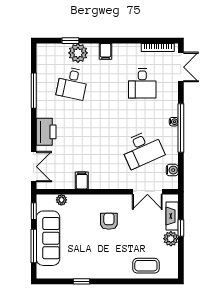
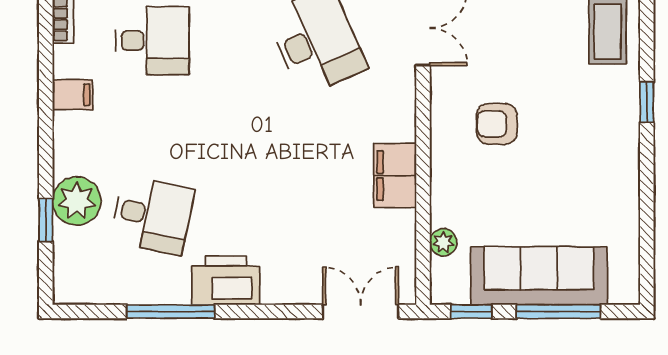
filing cabinet: (105, 51) -> (73, 95), moved
printer: (46, 132) -> (226, 280), moved
filing cabinet: (82, 180) -> (395, 176), width x2.00
window: (81, 281) -> (647, 102), moved

